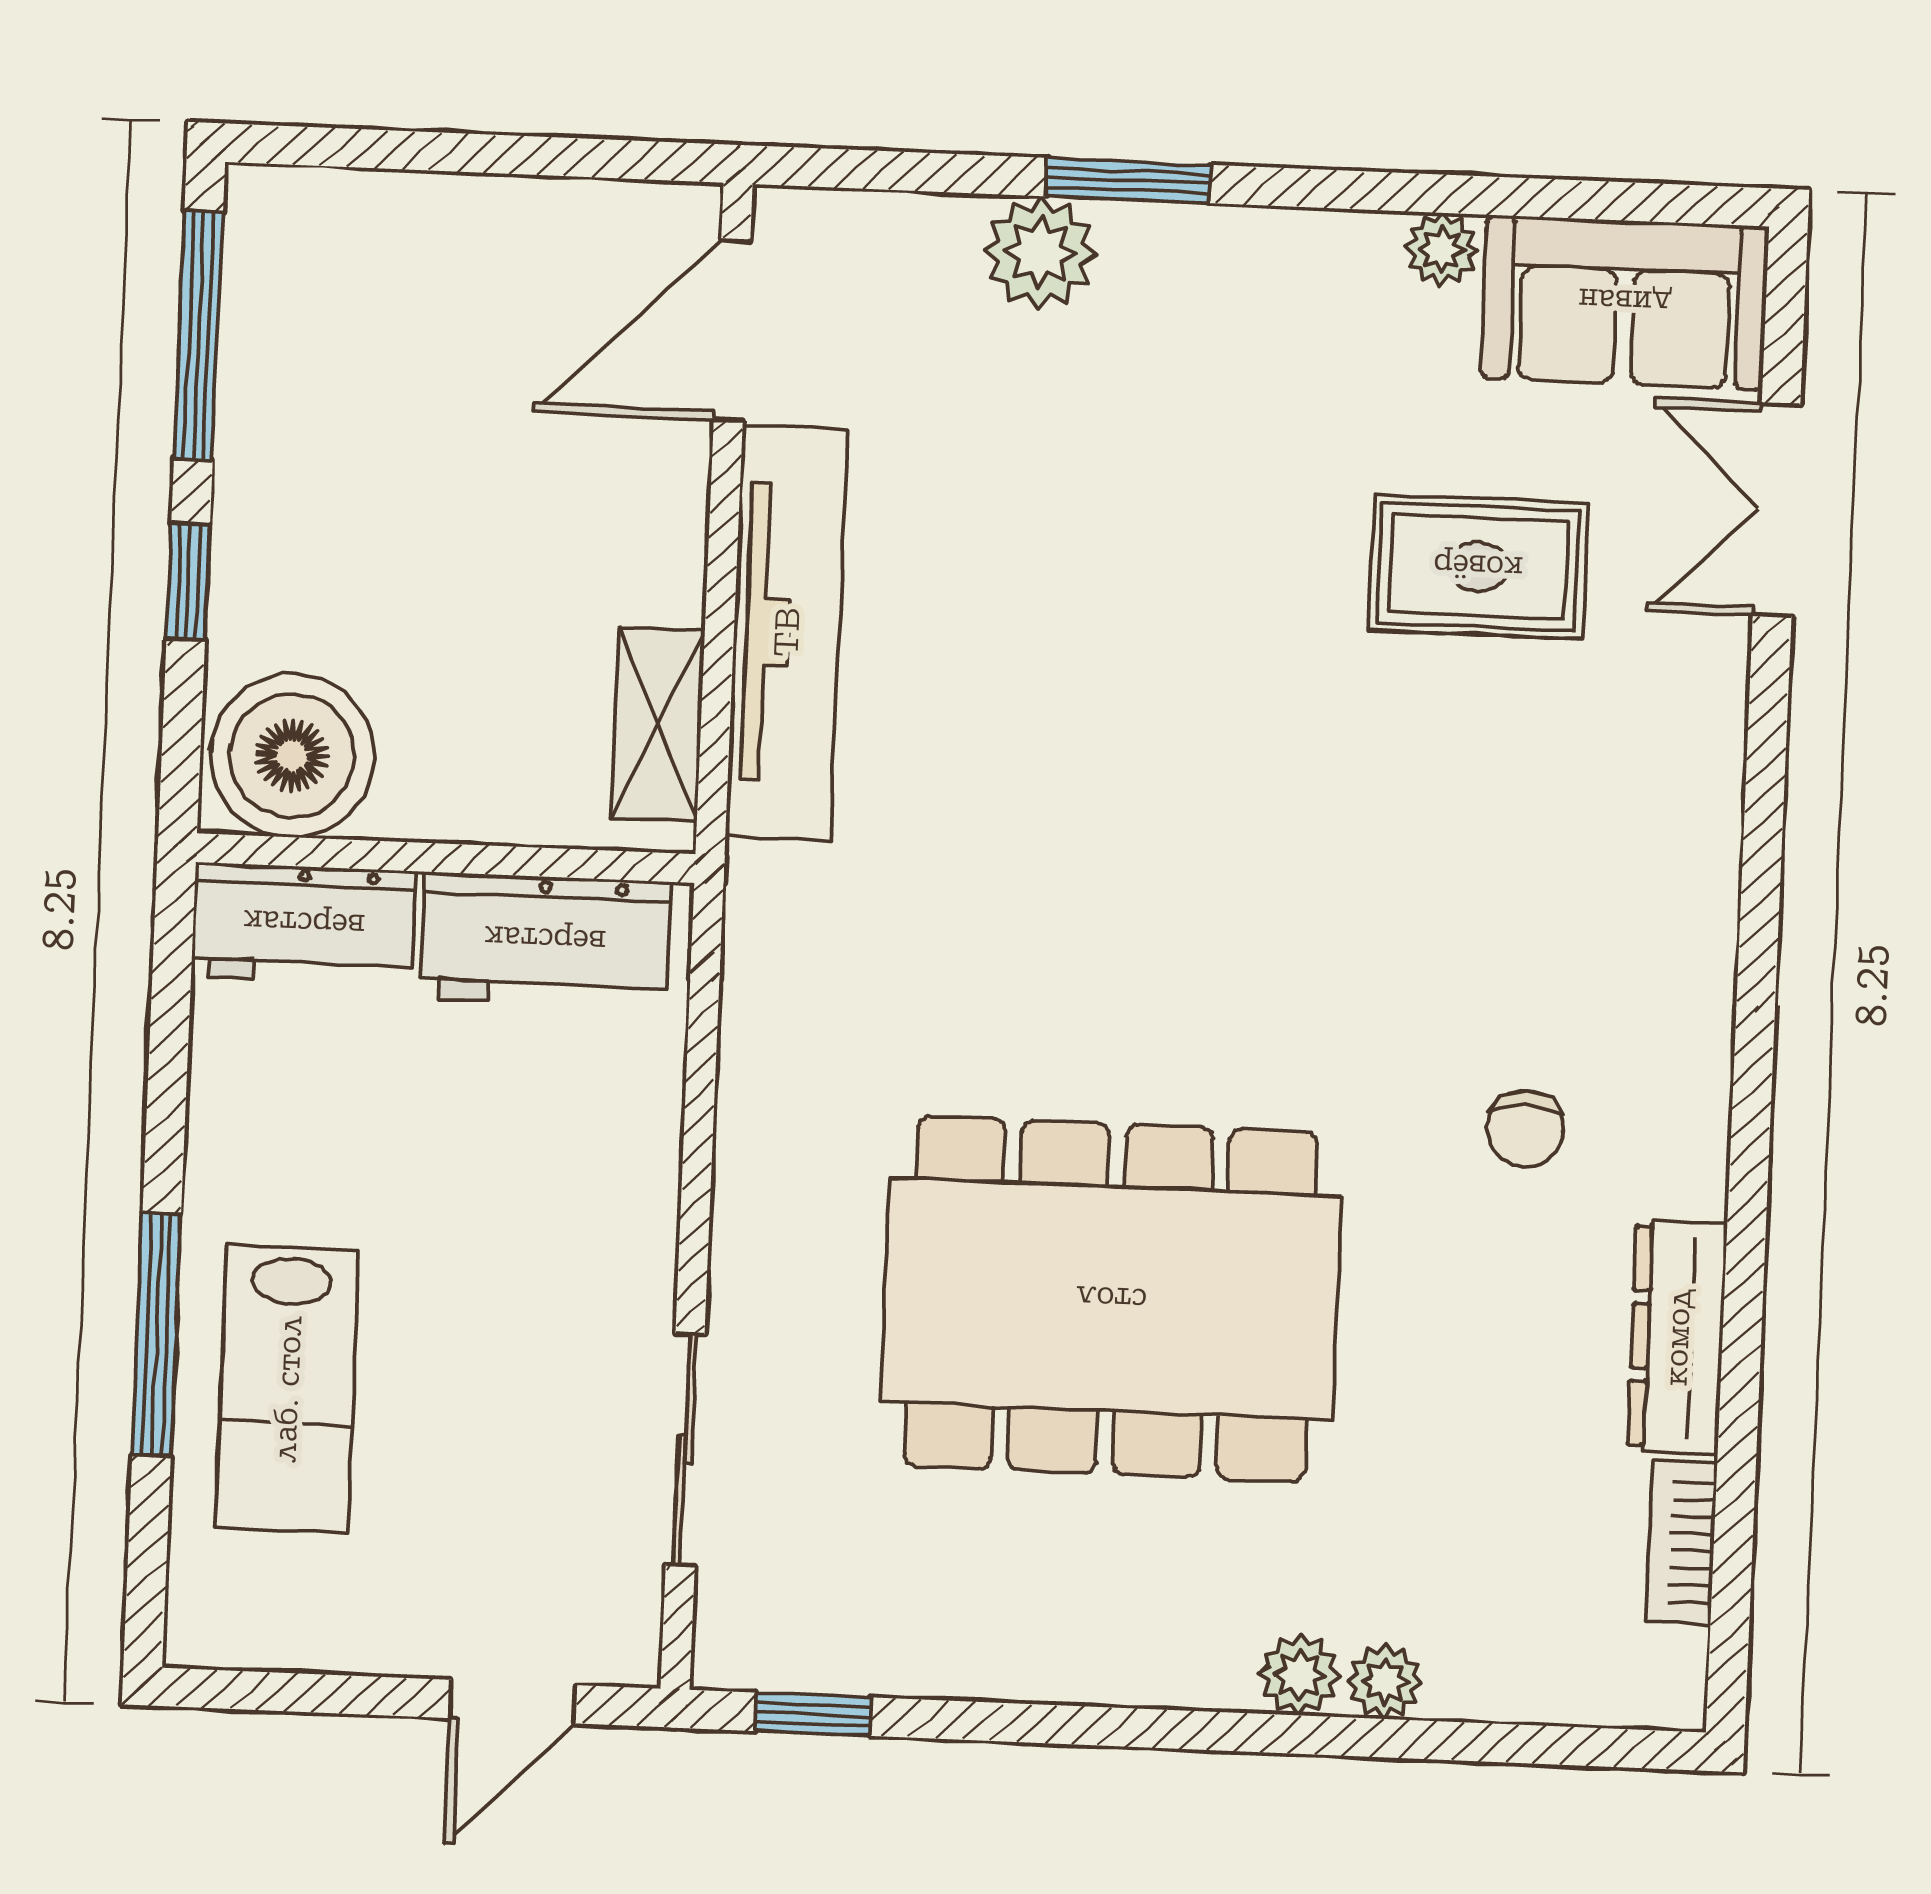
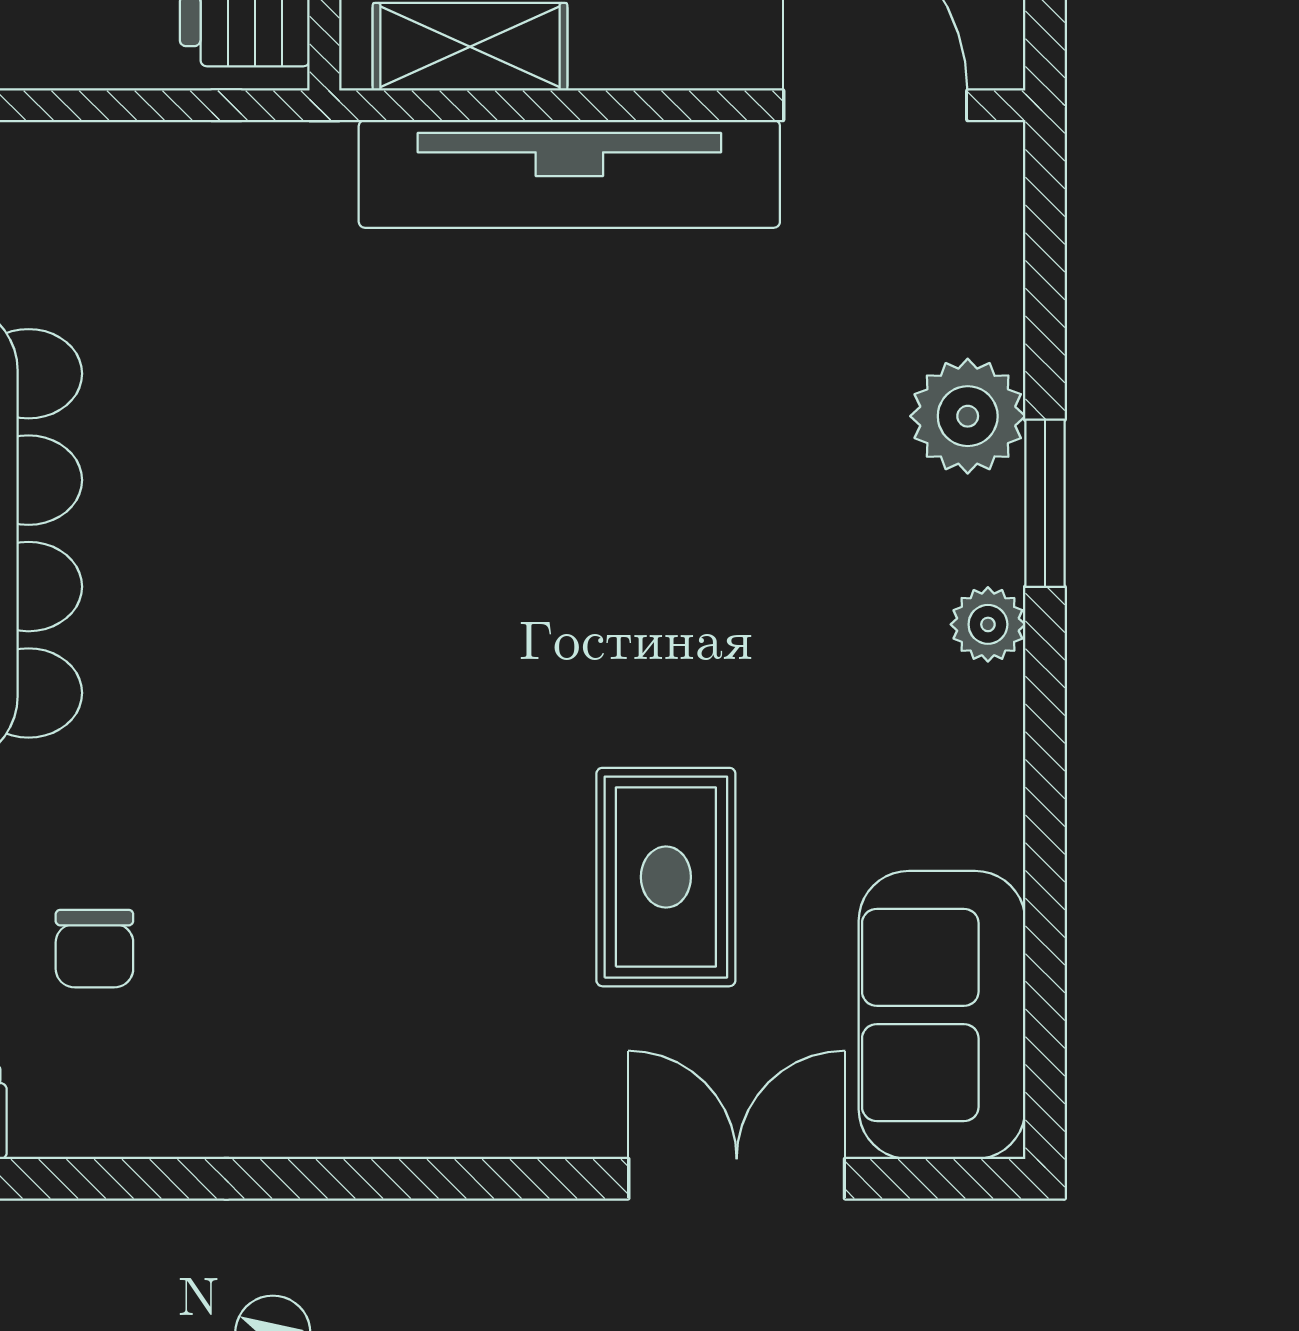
plant: (1442, 249) -> (988, 624), moved
chair: (1525, 1129) -> (94, 949), turned -90

